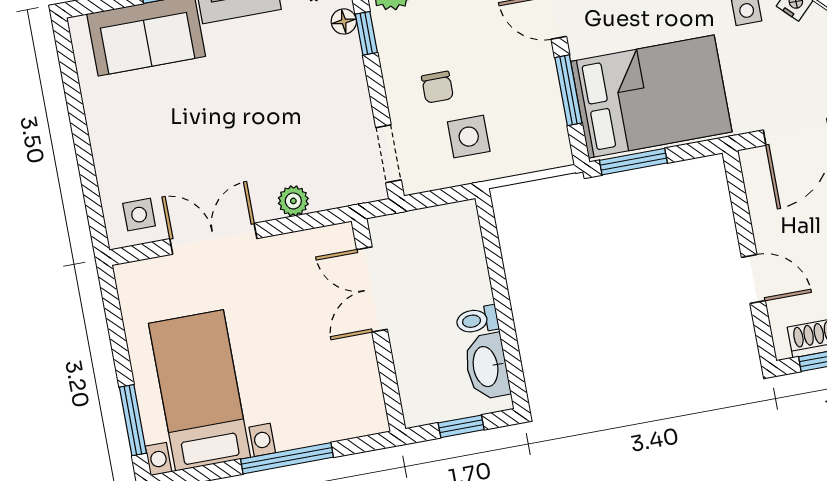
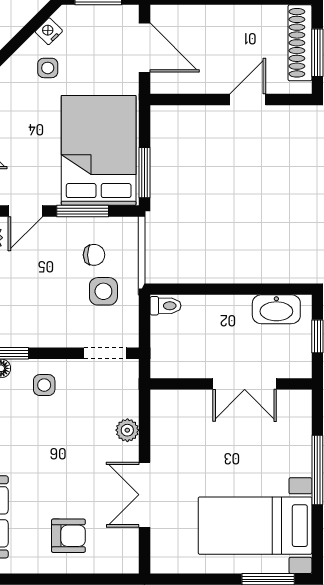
chair: (437, 87) -> (94, 255), moved
armchair: (142, 149) -> (68, 536), added
side table: (139, 215) -> (44, 385), moved
double door: (372, 289) -> (245, 384), moved
toilet: (477, 320) -> (165, 306), moved, turned -90

